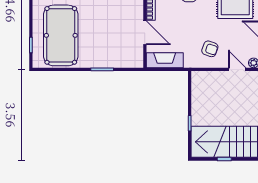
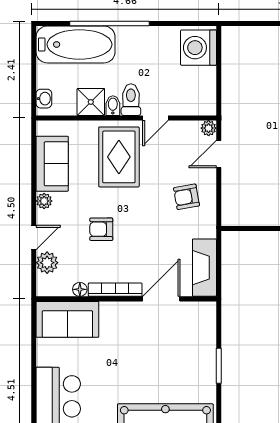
armchair: (210, 49) -> (186, 197), turned -119

